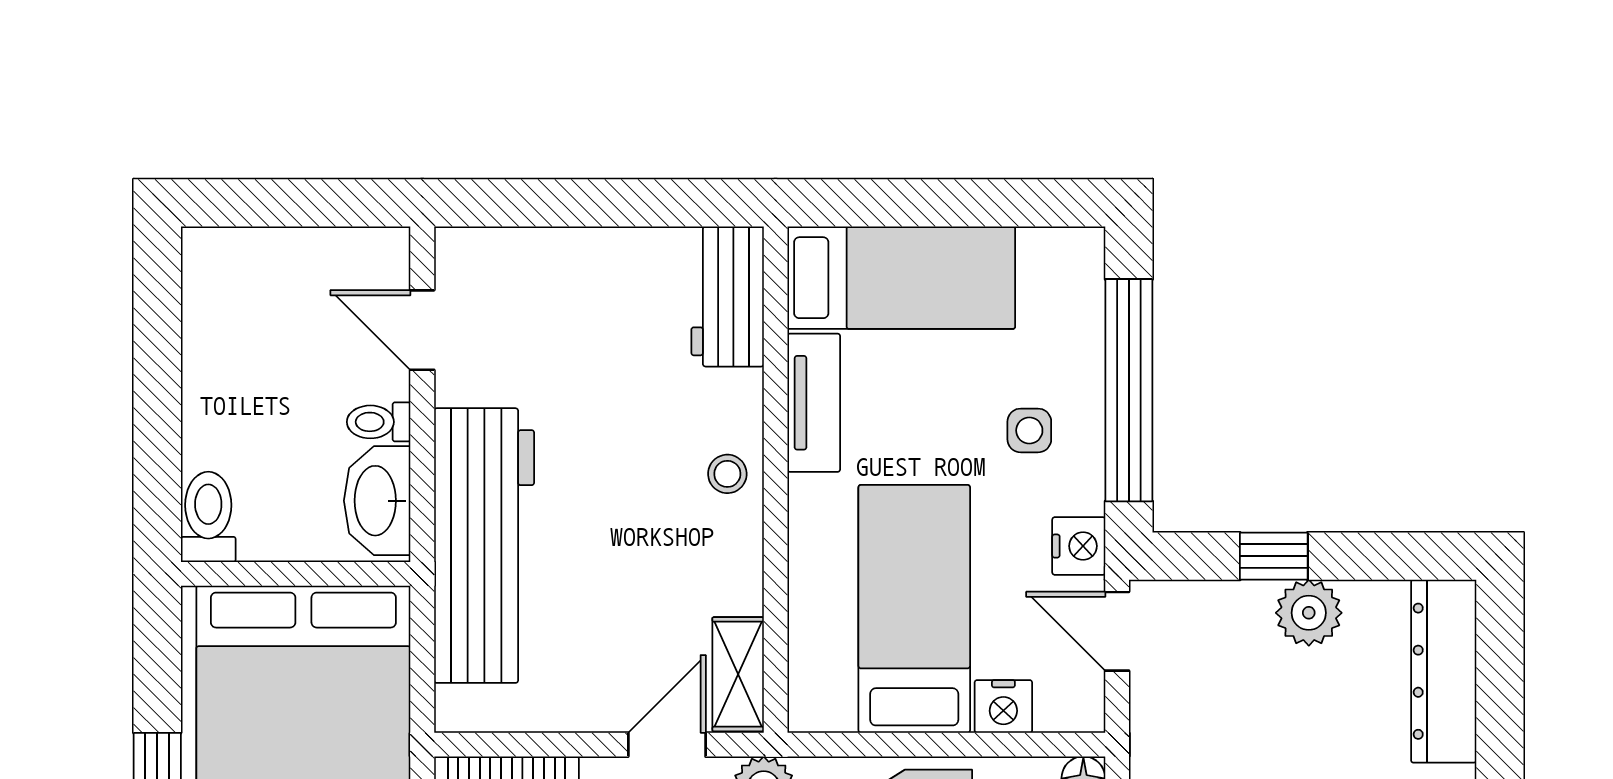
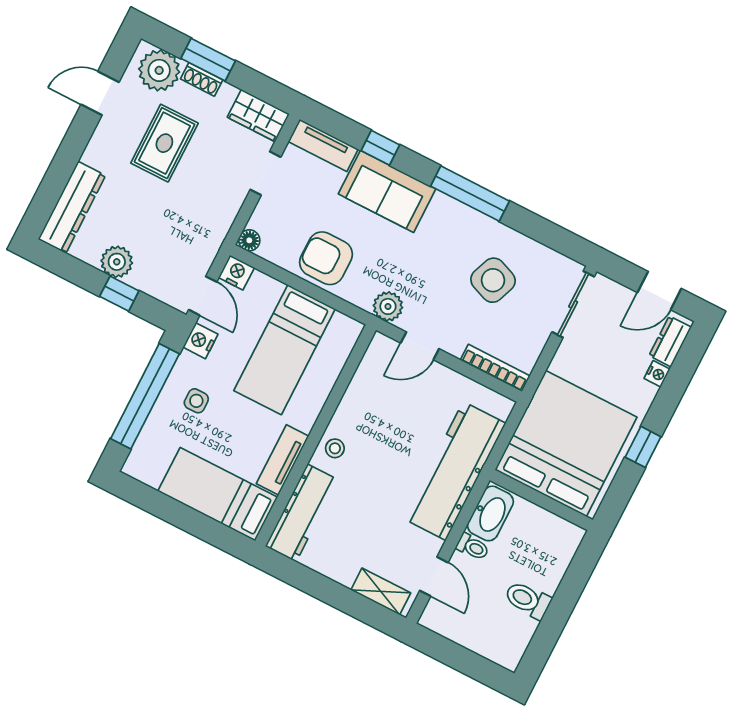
workbench: (728, 296) -> (302, 513), width x1.37
toilet: (208, 517) -> (528, 600), moved, turned 90
shelving: (738, 674) -> (381, 591), moved, turned 90
nightstand: (1003, 706) -> (236, 273), moved

